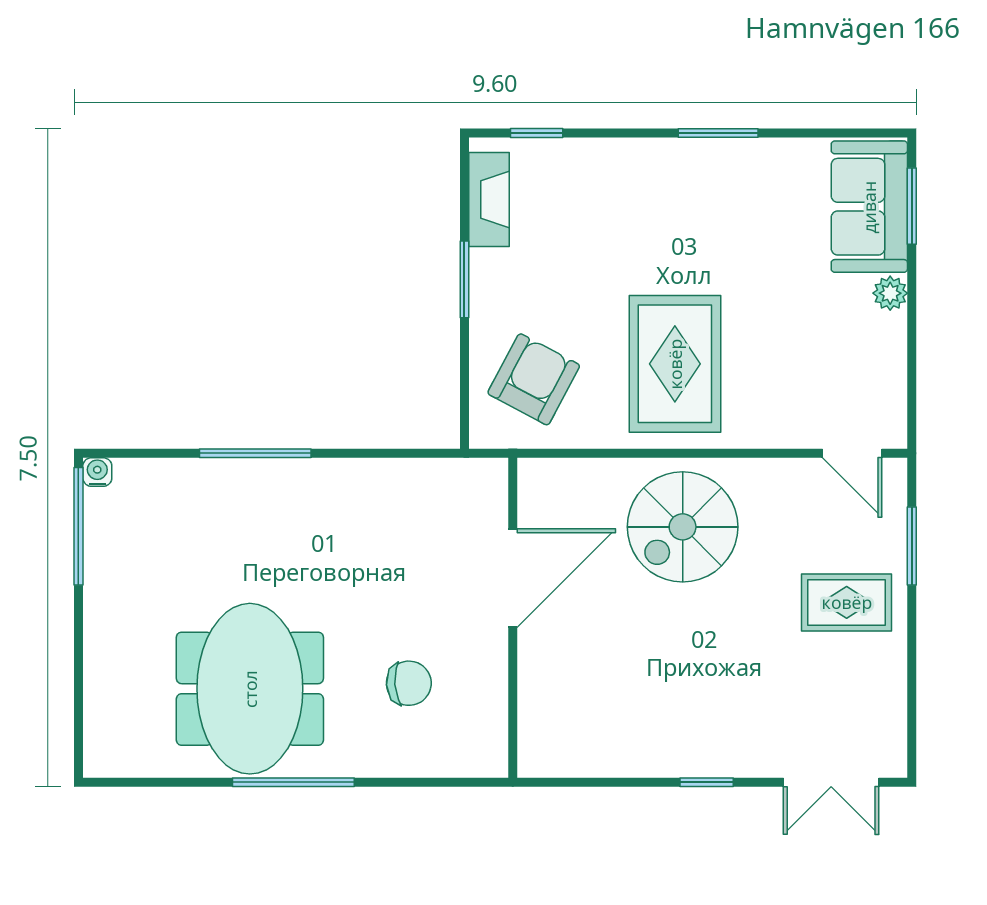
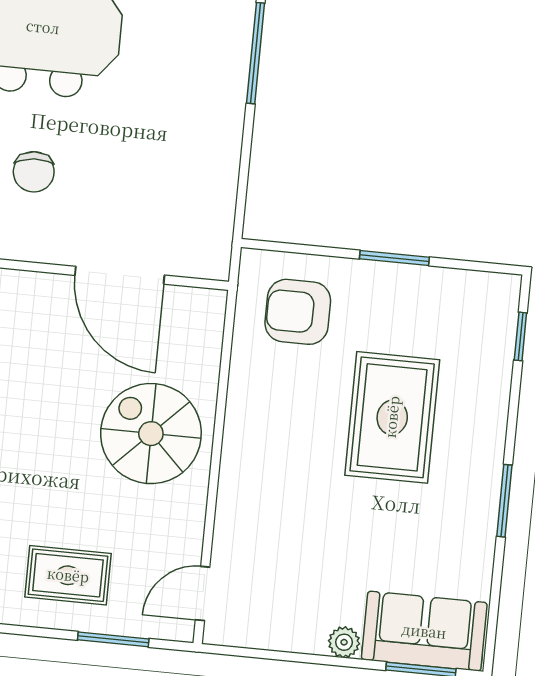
fireplace: (489, 200) -> (464, 287), removed
rug: (675, 364) -> (392, 417), moved, turned 90
armchair: (534, 379) -> (298, 312), turned 152
rug: (847, 602) -> (68, 575), turned 90

